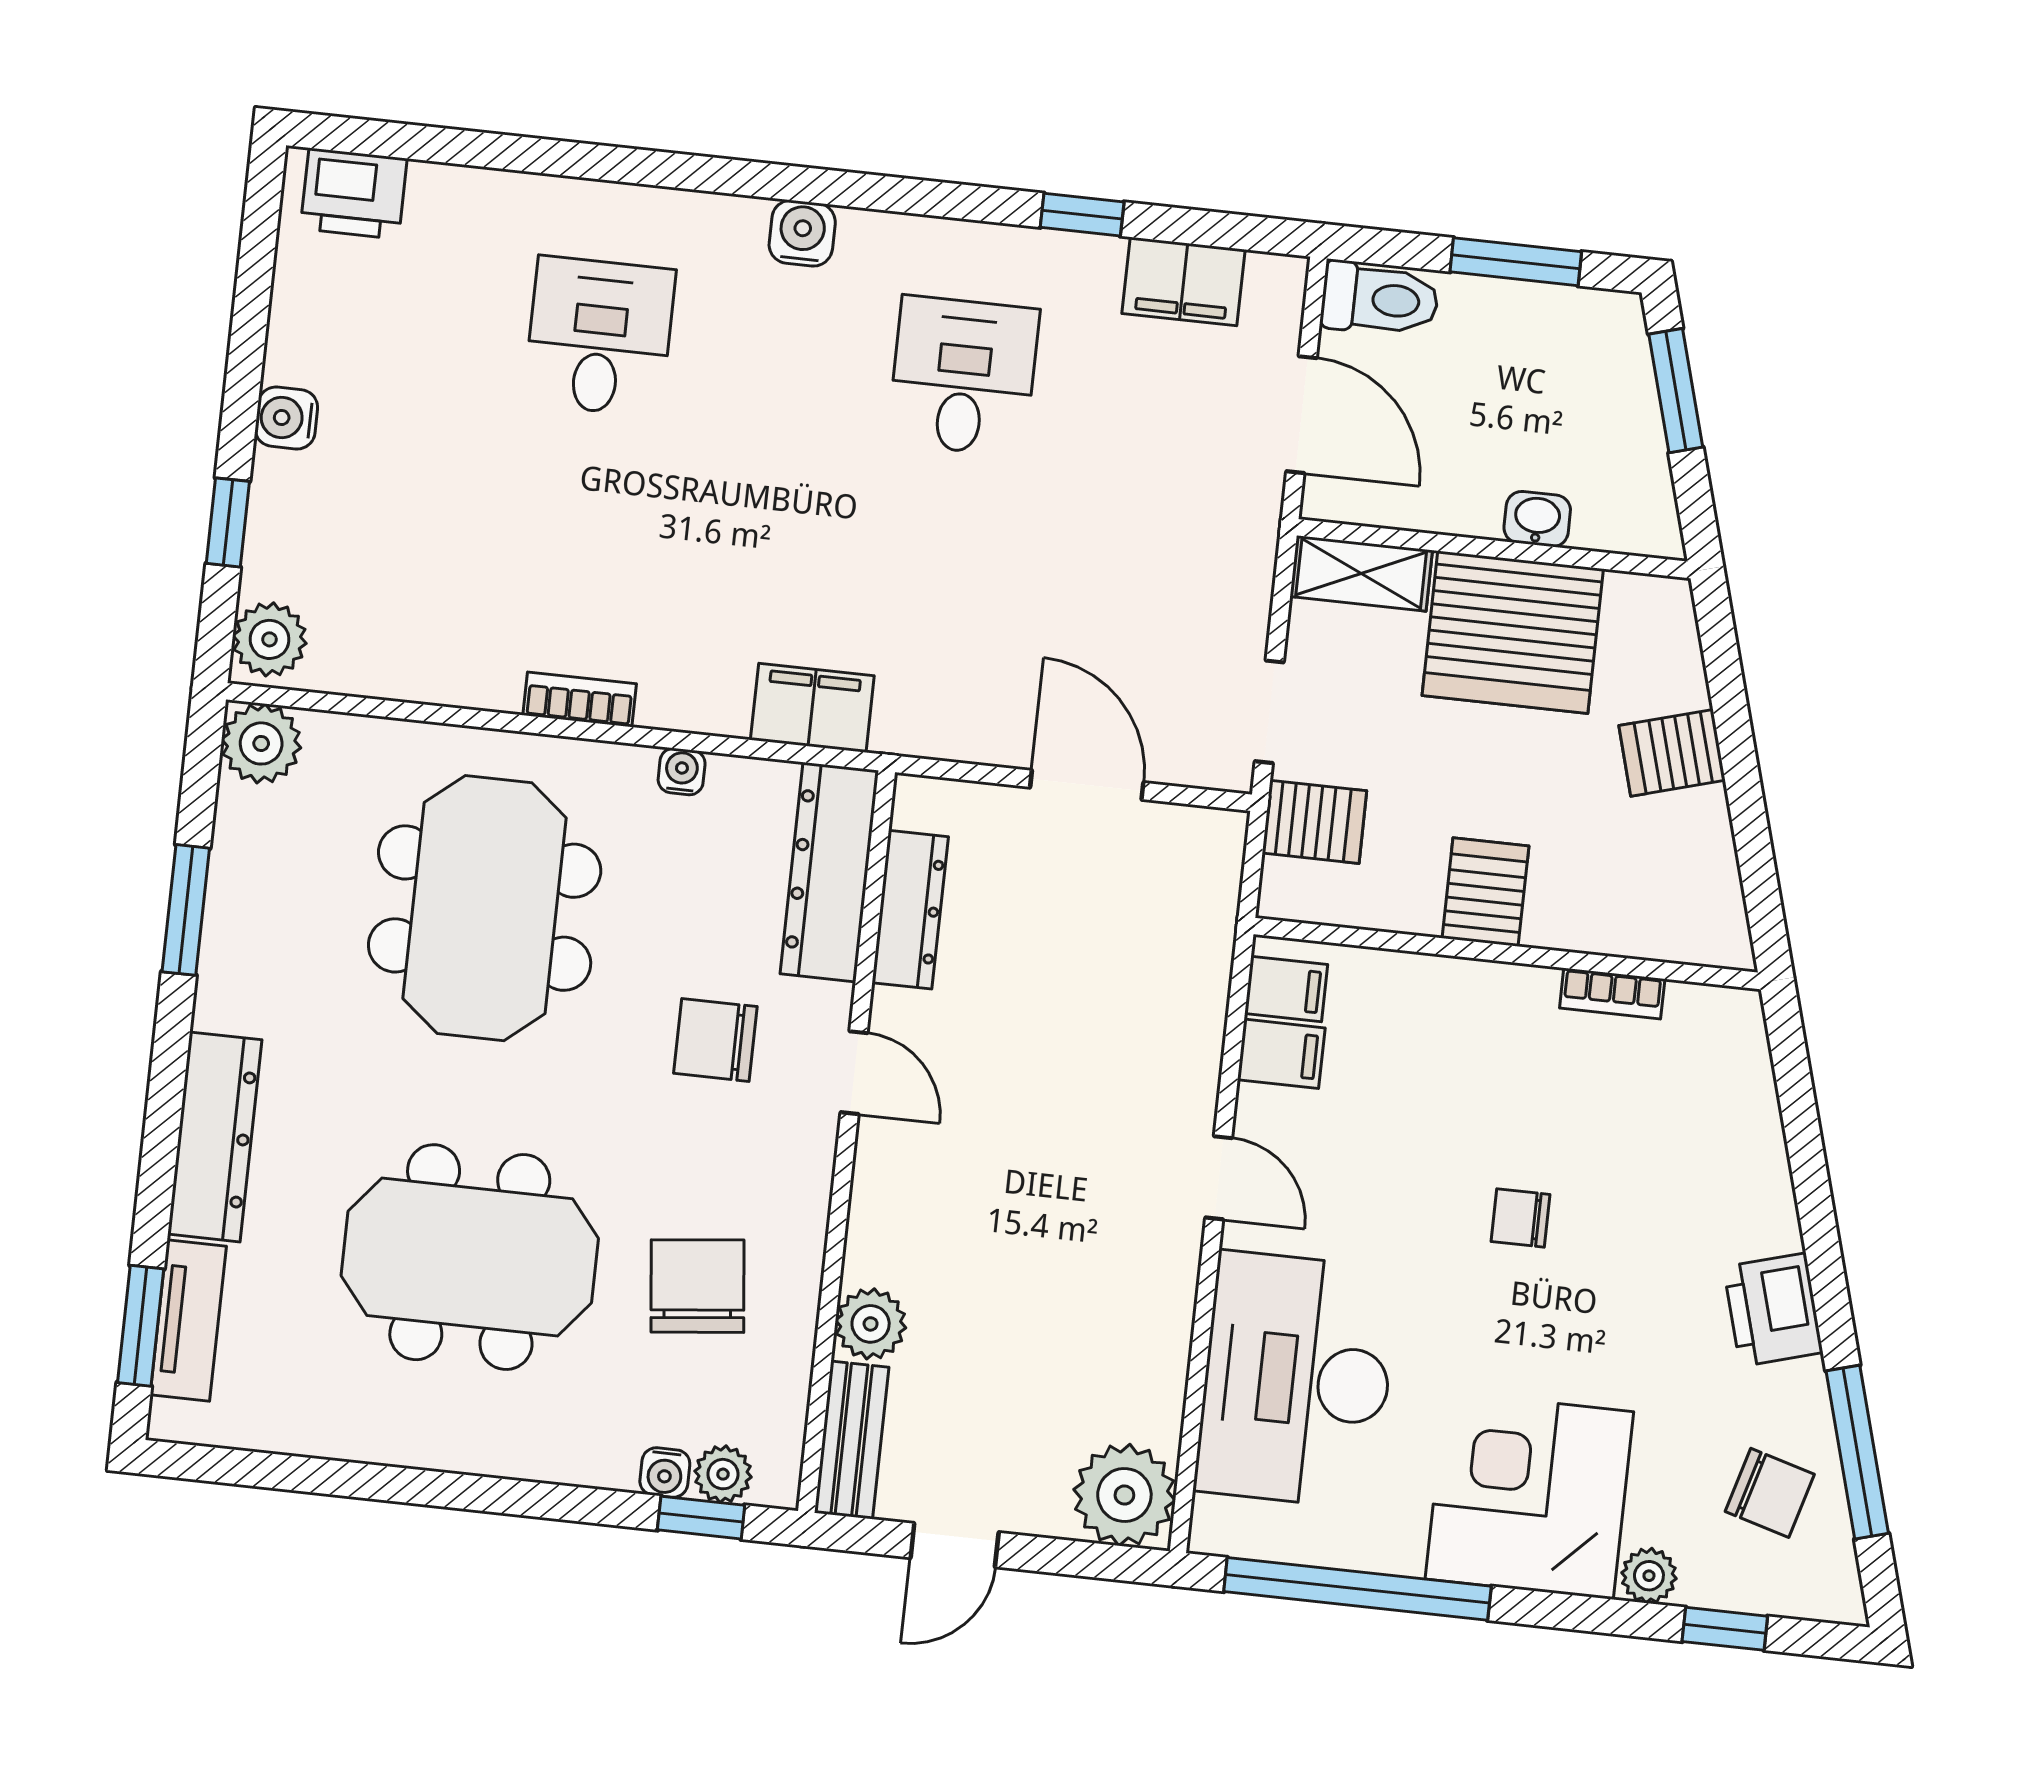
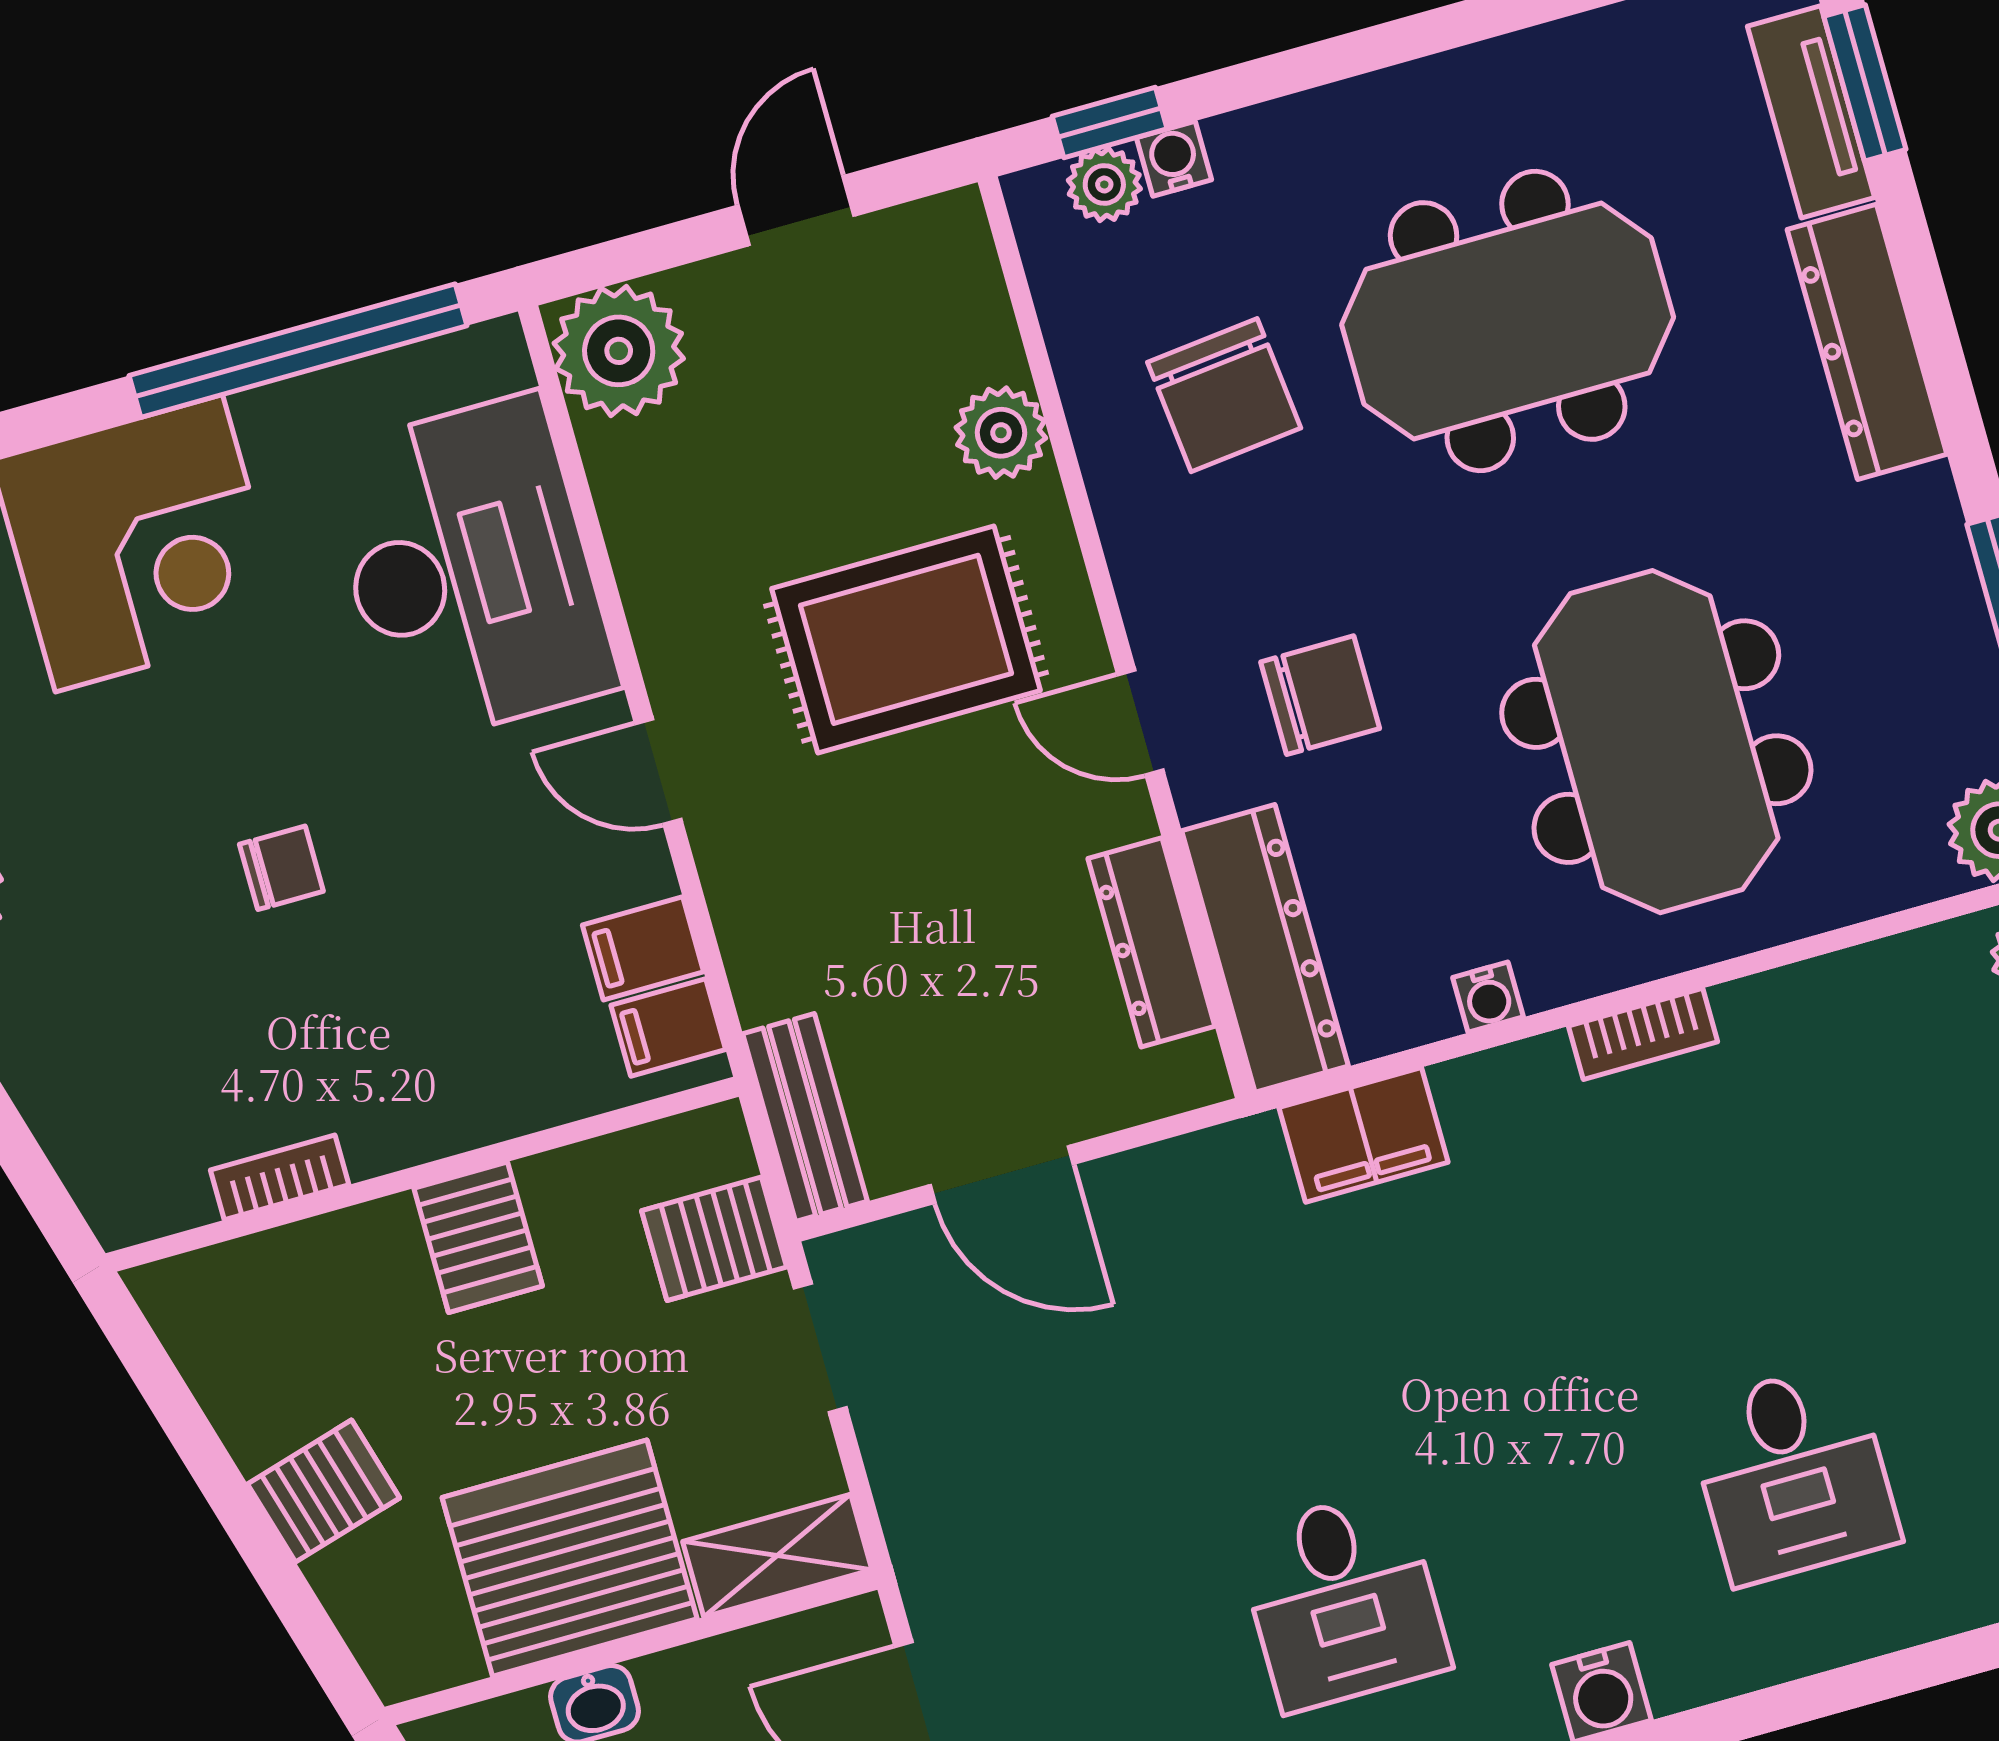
rug: (1000, 1201) -> (906, 639), added
bench: (852, 1440) -> (805, 1117), moved

